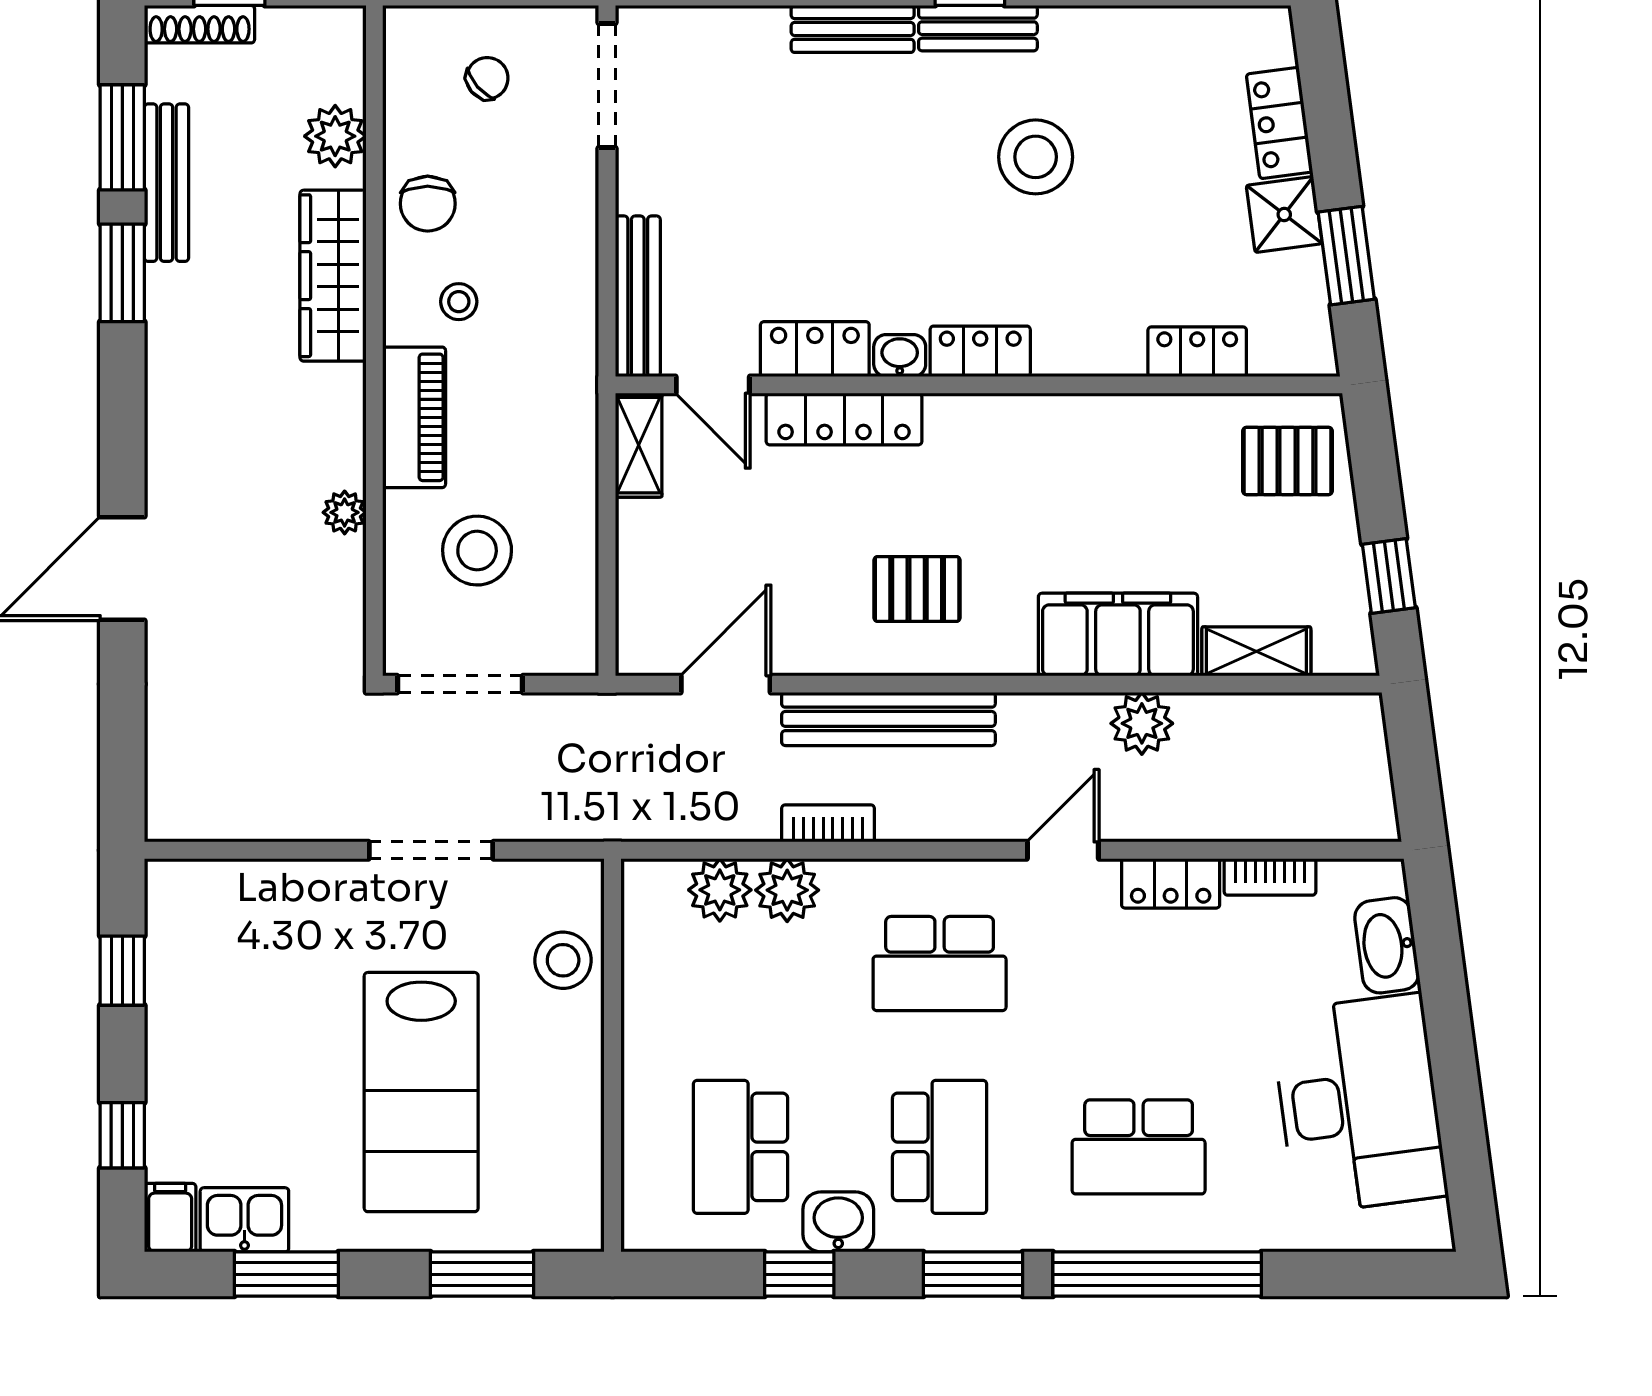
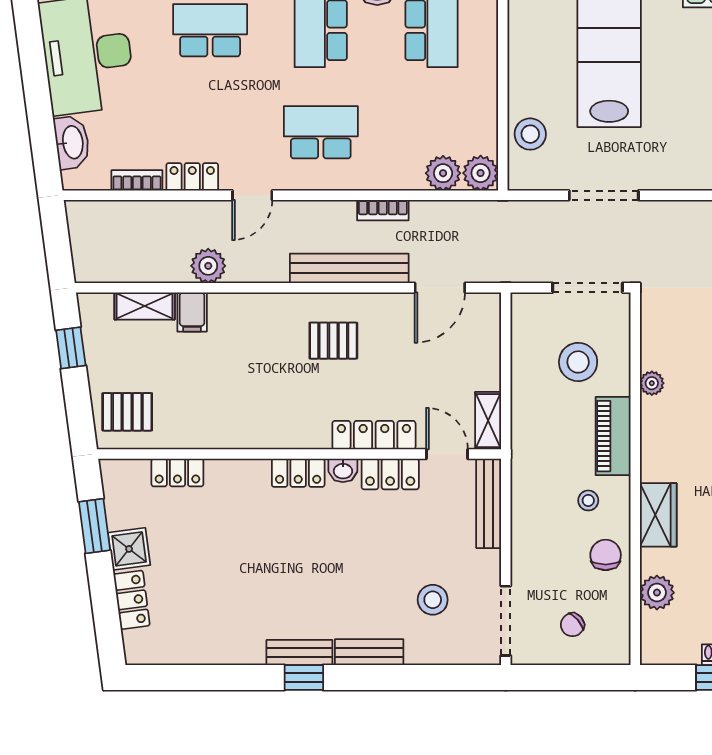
stool: (1036, 157) -> (433, 600), moved, width x0.73, depth x0.73
wardrobe: (333, 276) -> (658, 515), width x0.67
filing cabinet: (1118, 634) -> (192, 312), width x0.33, depth x0.86
plant: (787, 890) -> (481, 173), moved

